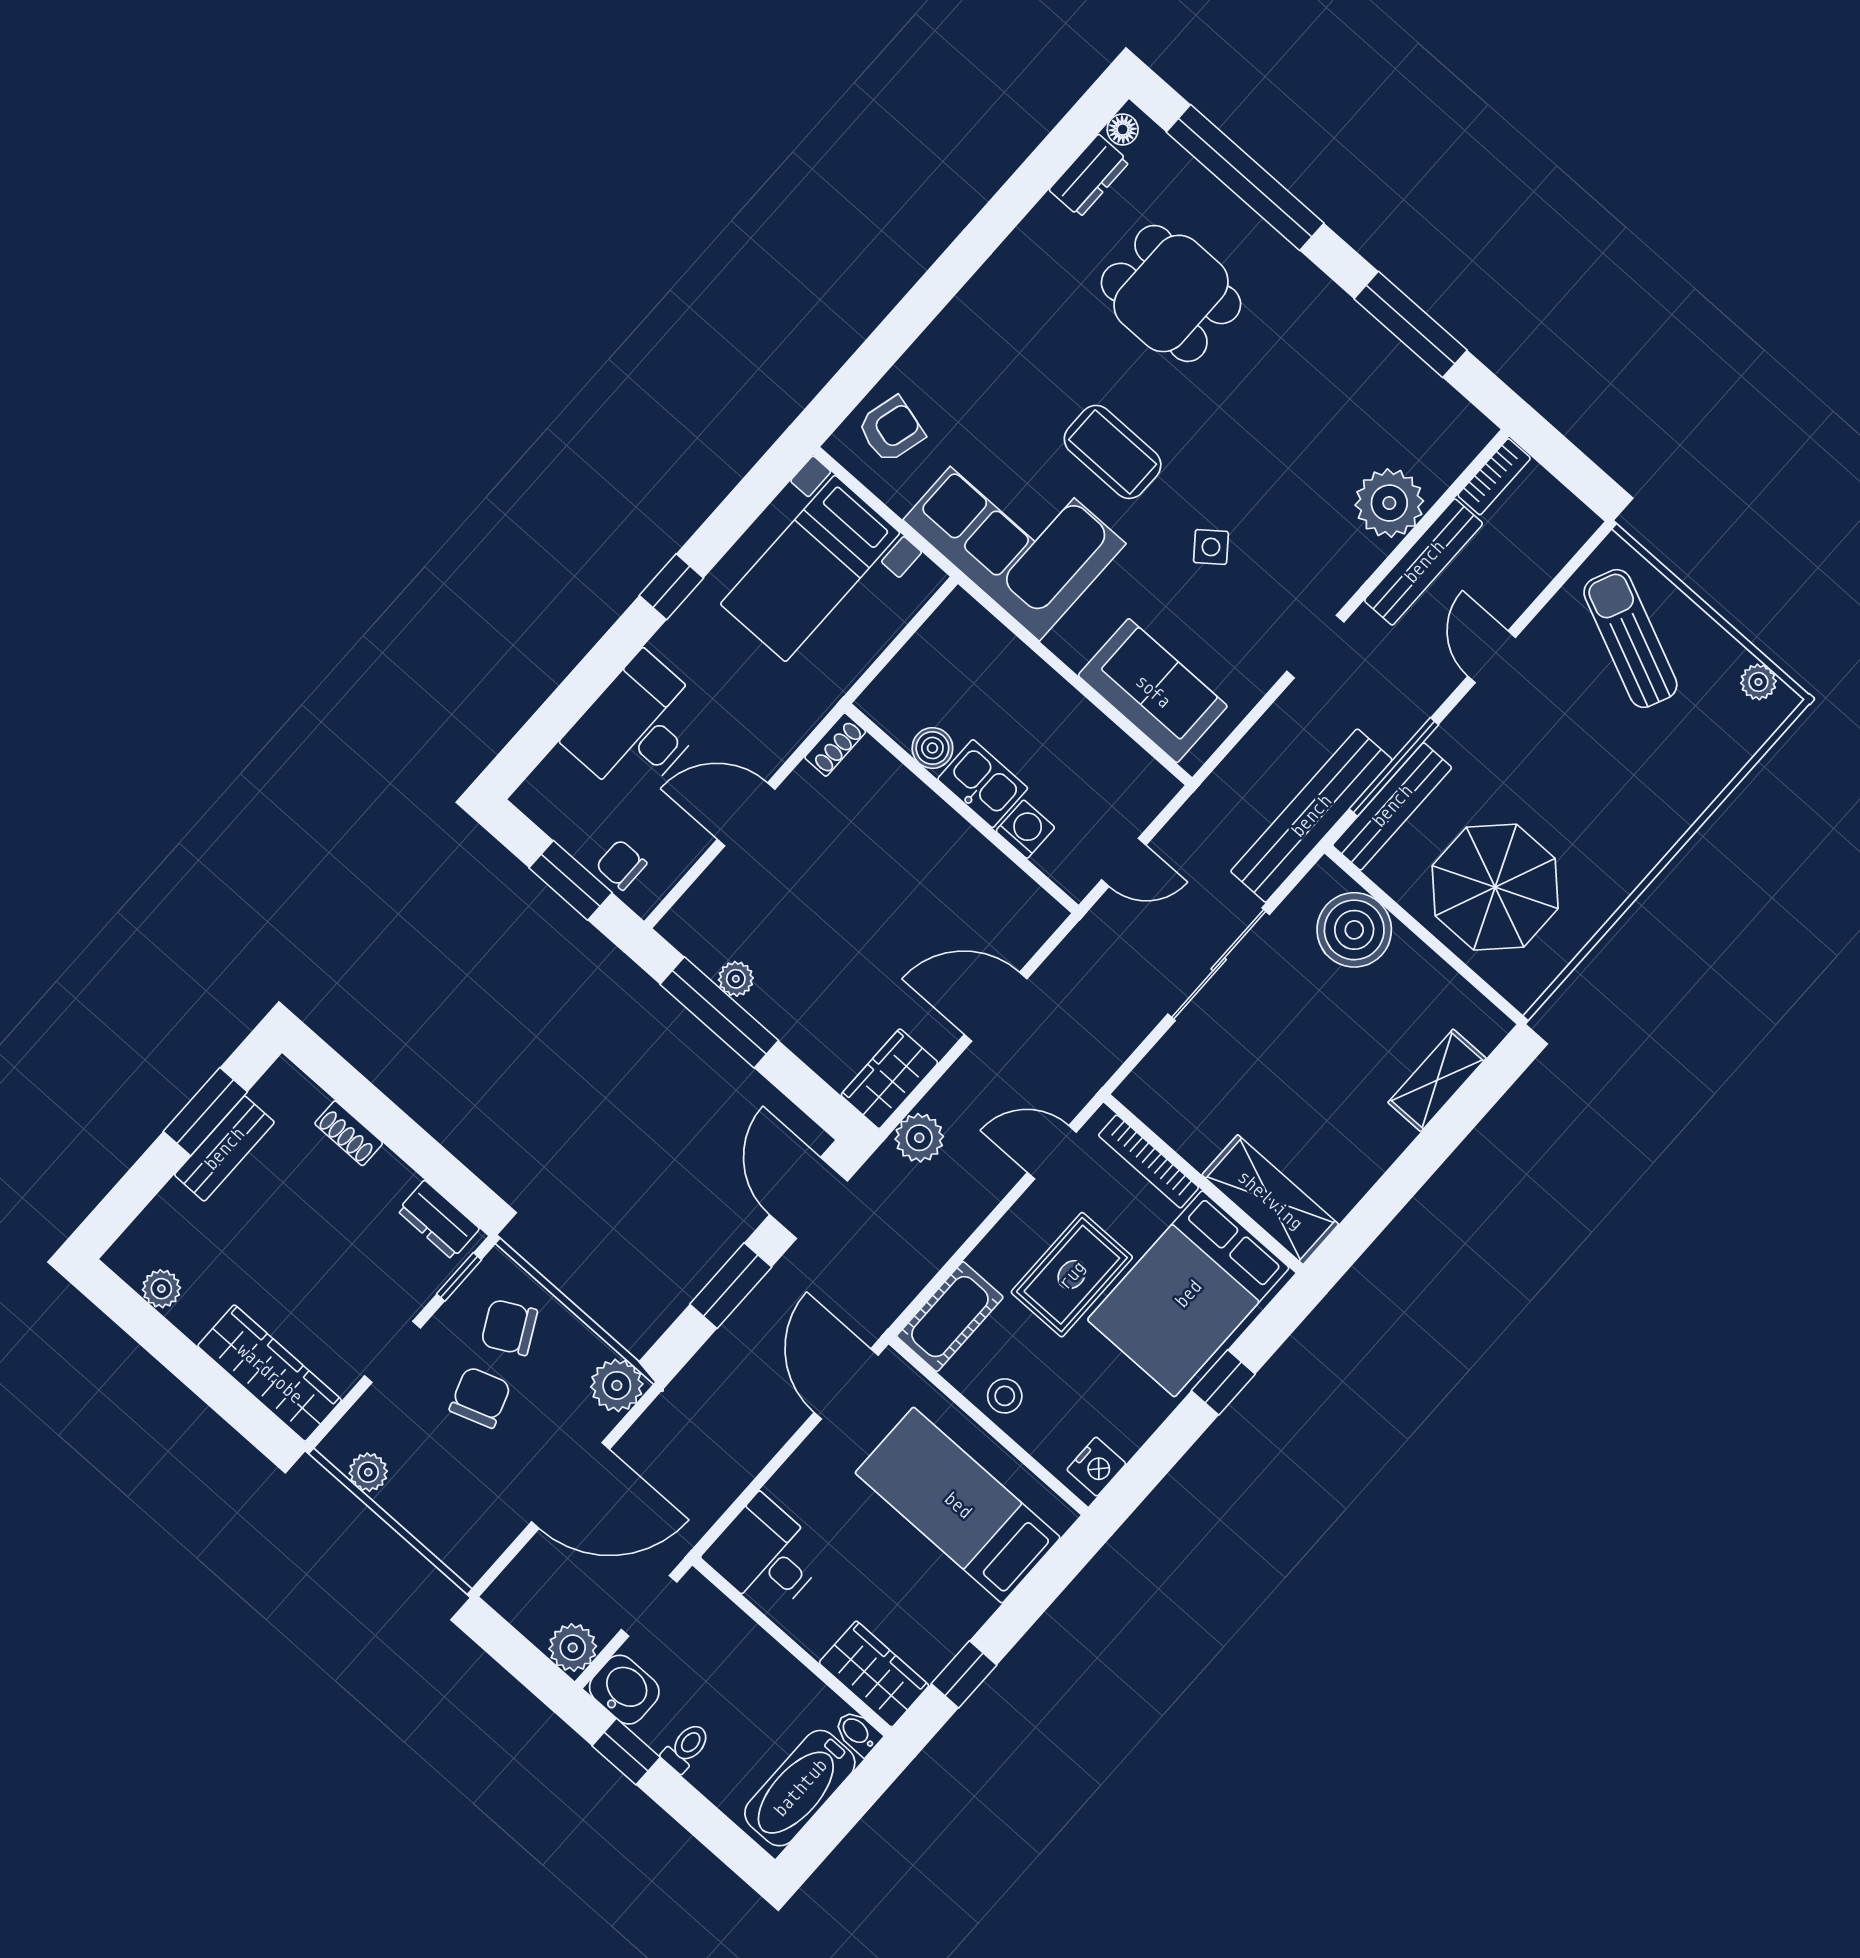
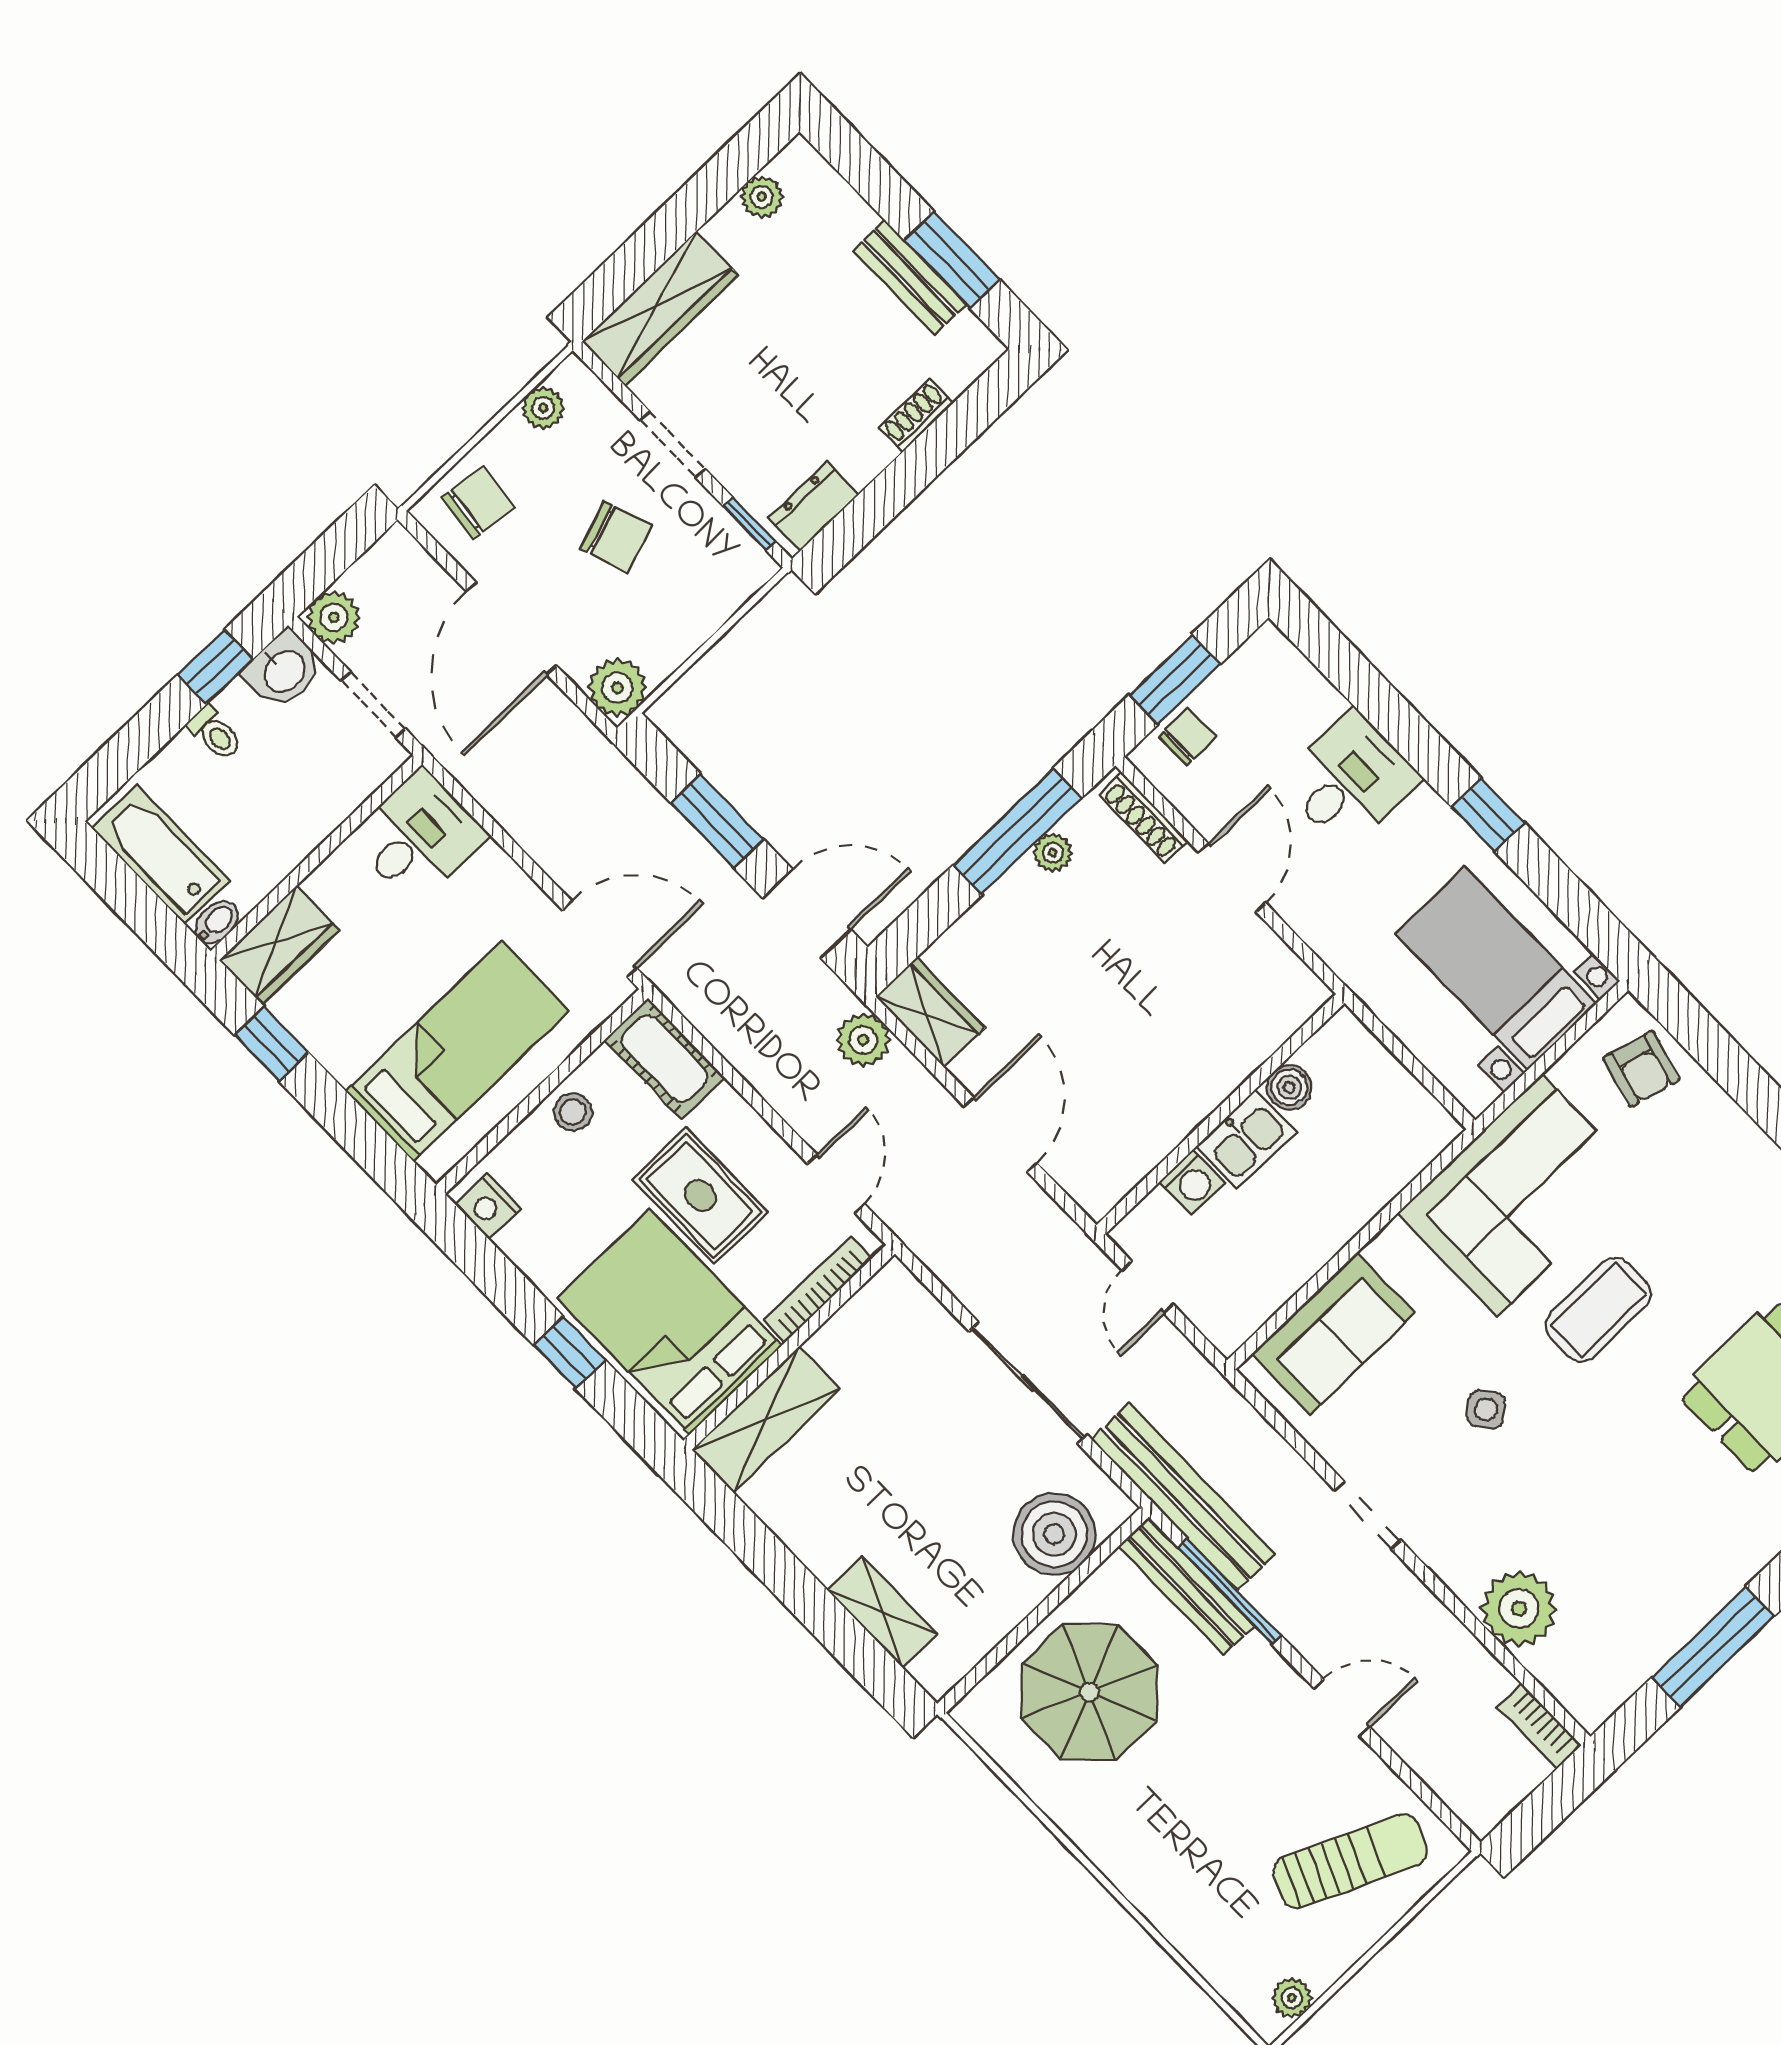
bench: (1424, 562) -> (1452, 1641), removed
desk: (638, 727) -> (1350, 780), width x0.73
shoe rack: (835, 745) -> (1143, 818), moved, width x1.43
chair: (509, 1327) -> (478, 502), moved, turned 35

